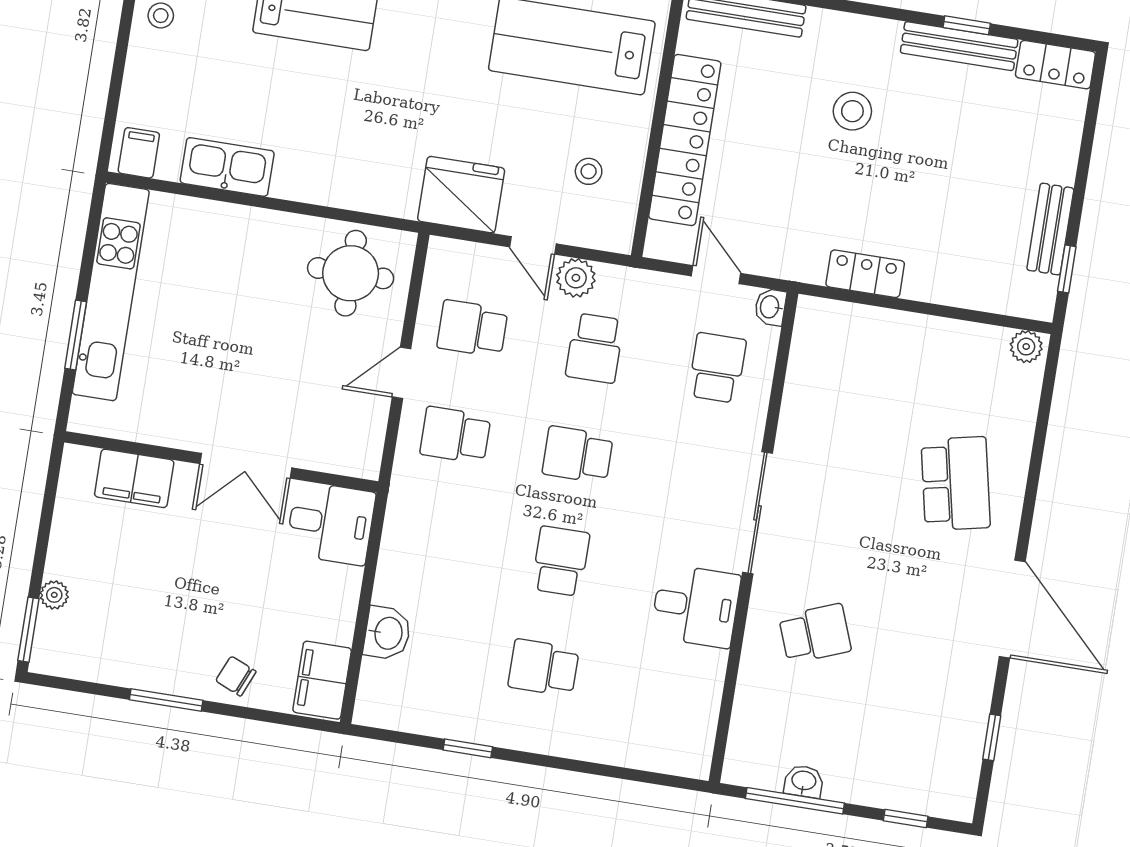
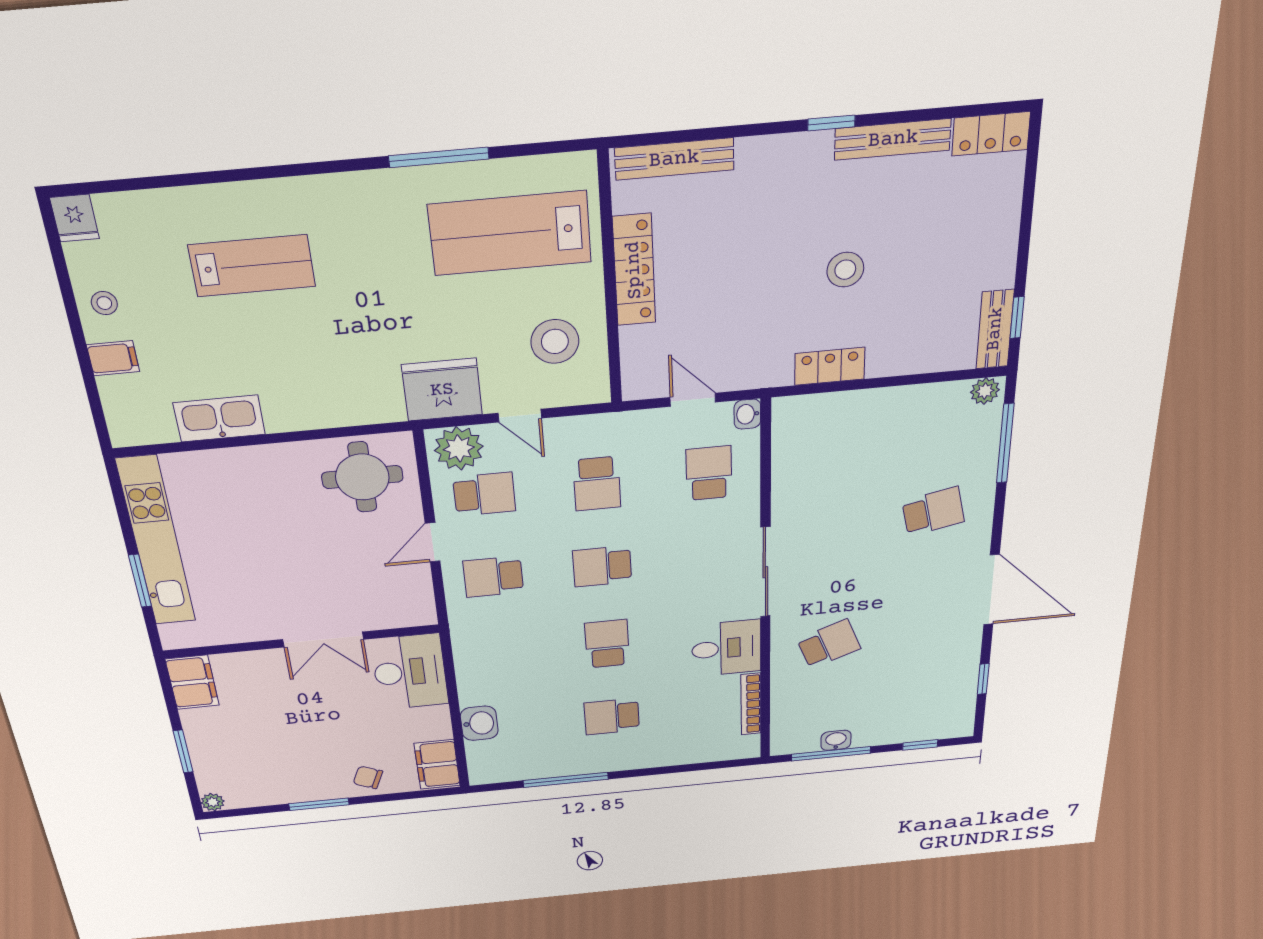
window: (967, 25) -> (831, 123), moved
stool: (852, 111) -> (845, 270), moved
locker: (685, 140) -> (634, 270), width x0.71, depth x0.83
filing cabinet: (139, 153) -> (113, 358), moved, turned 90
stool: (589, 171) -> (555, 342), width x1.89, depth x1.89
bench: (1050, 229) -> (995, 329), moved
plant: (576, 278) -> (459, 448), moved, width x1.36, depth x1.36
school desk: (472, 329) -> (484, 494), turned 180
window: (1043, 417) -> (1005, 443), added
filing cabinet: (134, 478) -> (192, 682), moved, turned -90
school desk: (956, 484) -> (933, 511), width x0.54
desk: (331, 523) -> (410, 672), width x1.37
plant: (54, 595) -> (213, 802), moved
window: (28, 630) -> (183, 751), moved
bookcase: (710, 696) -> (751, 704), added
window: (468, 748) -> (566, 780), width x2.17

